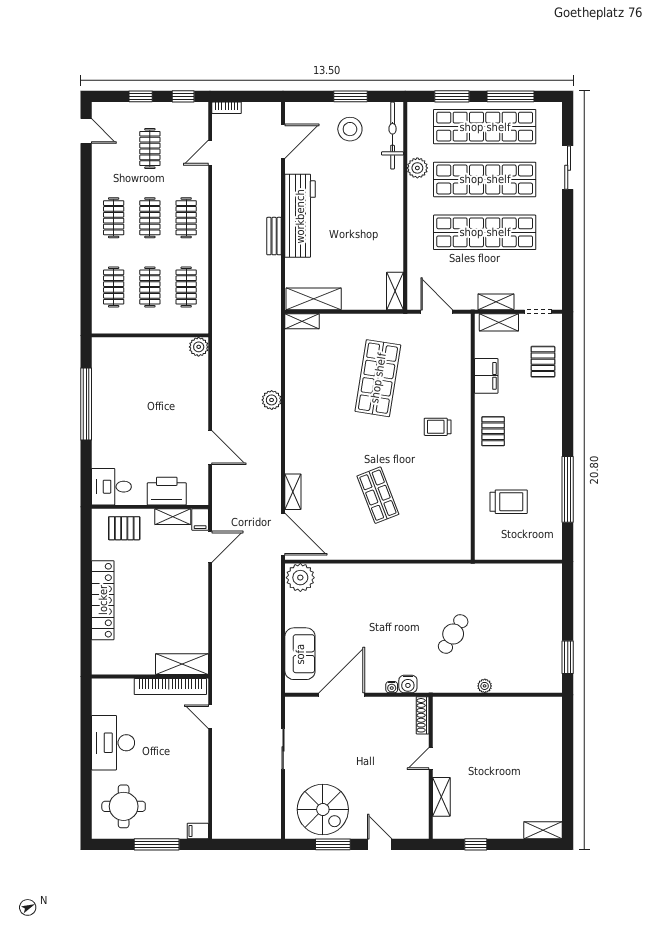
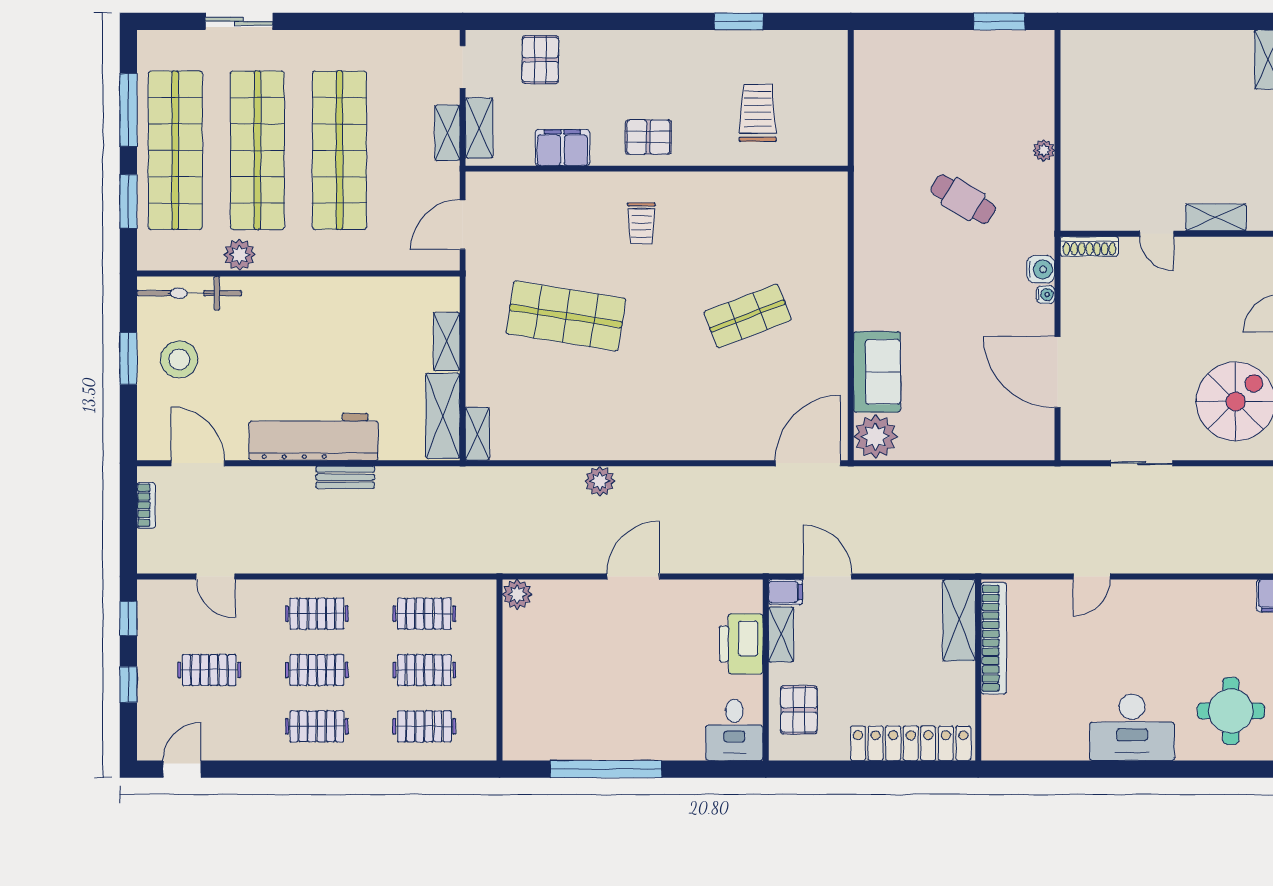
bookcase: (227, 108) -> (146, 505), moved
shelving: (395, 291) -> (447, 342), moved, turned 90
pallet: (543, 362) -> (540, 60), turned 90
door: (210, 448) -> (633, 577), moved
window: (568, 489) -> (739, 21), width x0.47
shelving: (293, 492) -> (742, 448), removed
sofa: (300, 654) -> (877, 372), moved, turned 90
shelving: (182, 664) -> (959, 620), moved
wall: (150, 676) -> (978, 670), moved
bookcase: (170, 686) -> (994, 638), moved

